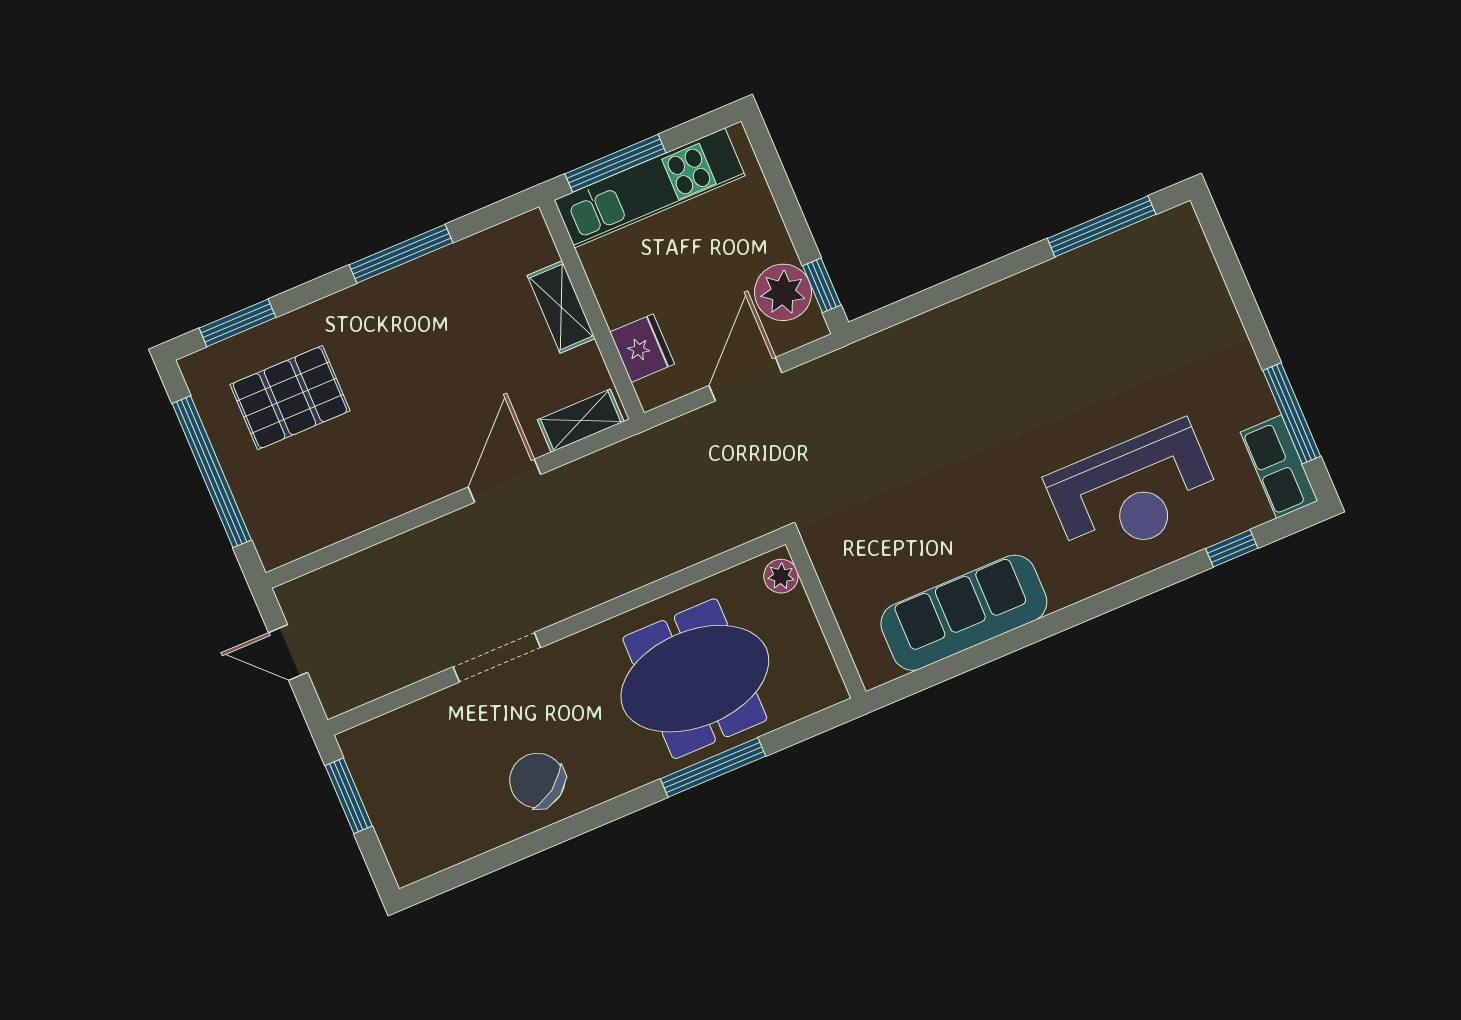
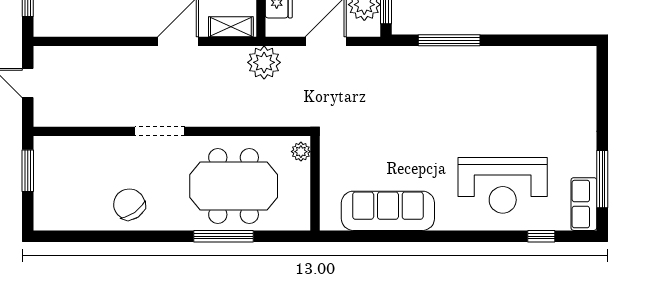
window: (1102, 226) -> (449, 40), moved
plant: (659, 456) -> (264, 62), added
doorway: (497, 657) -> (160, 131), moved

